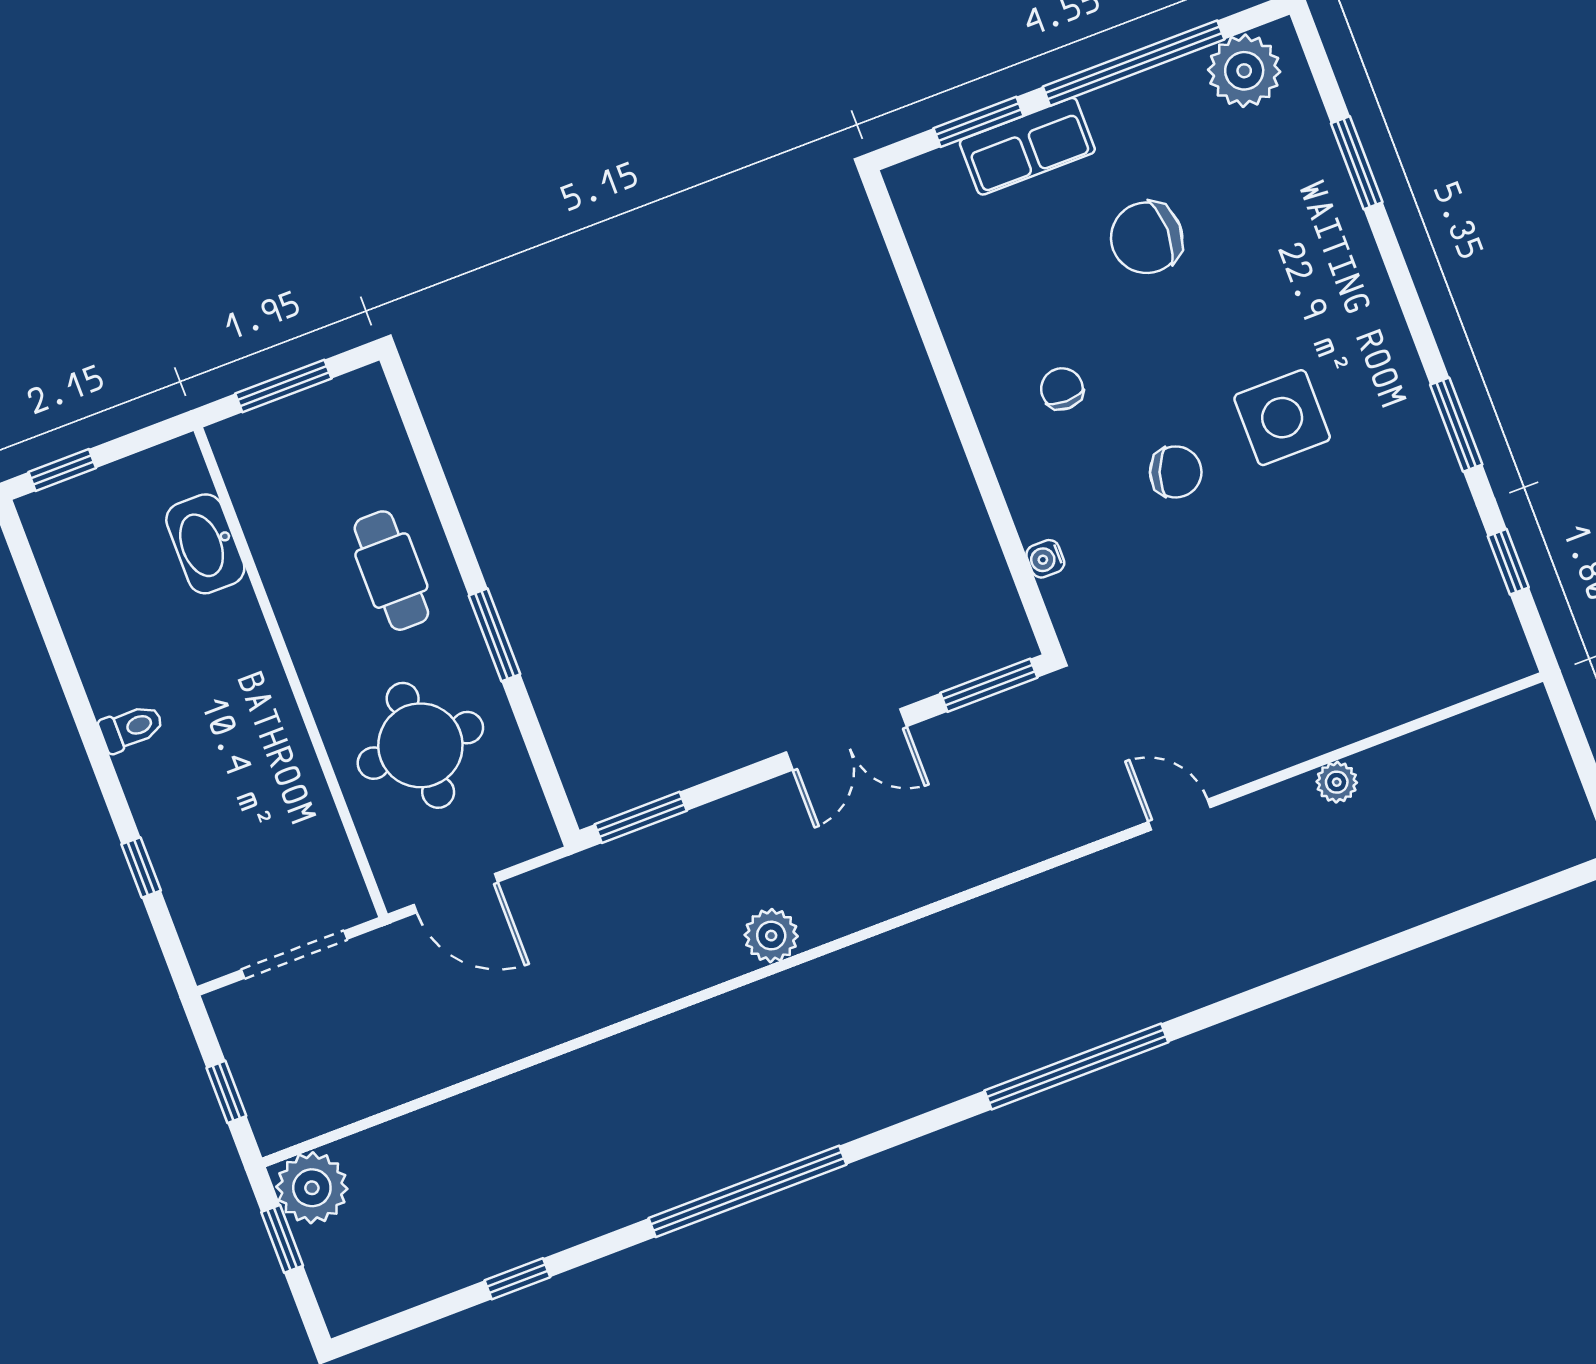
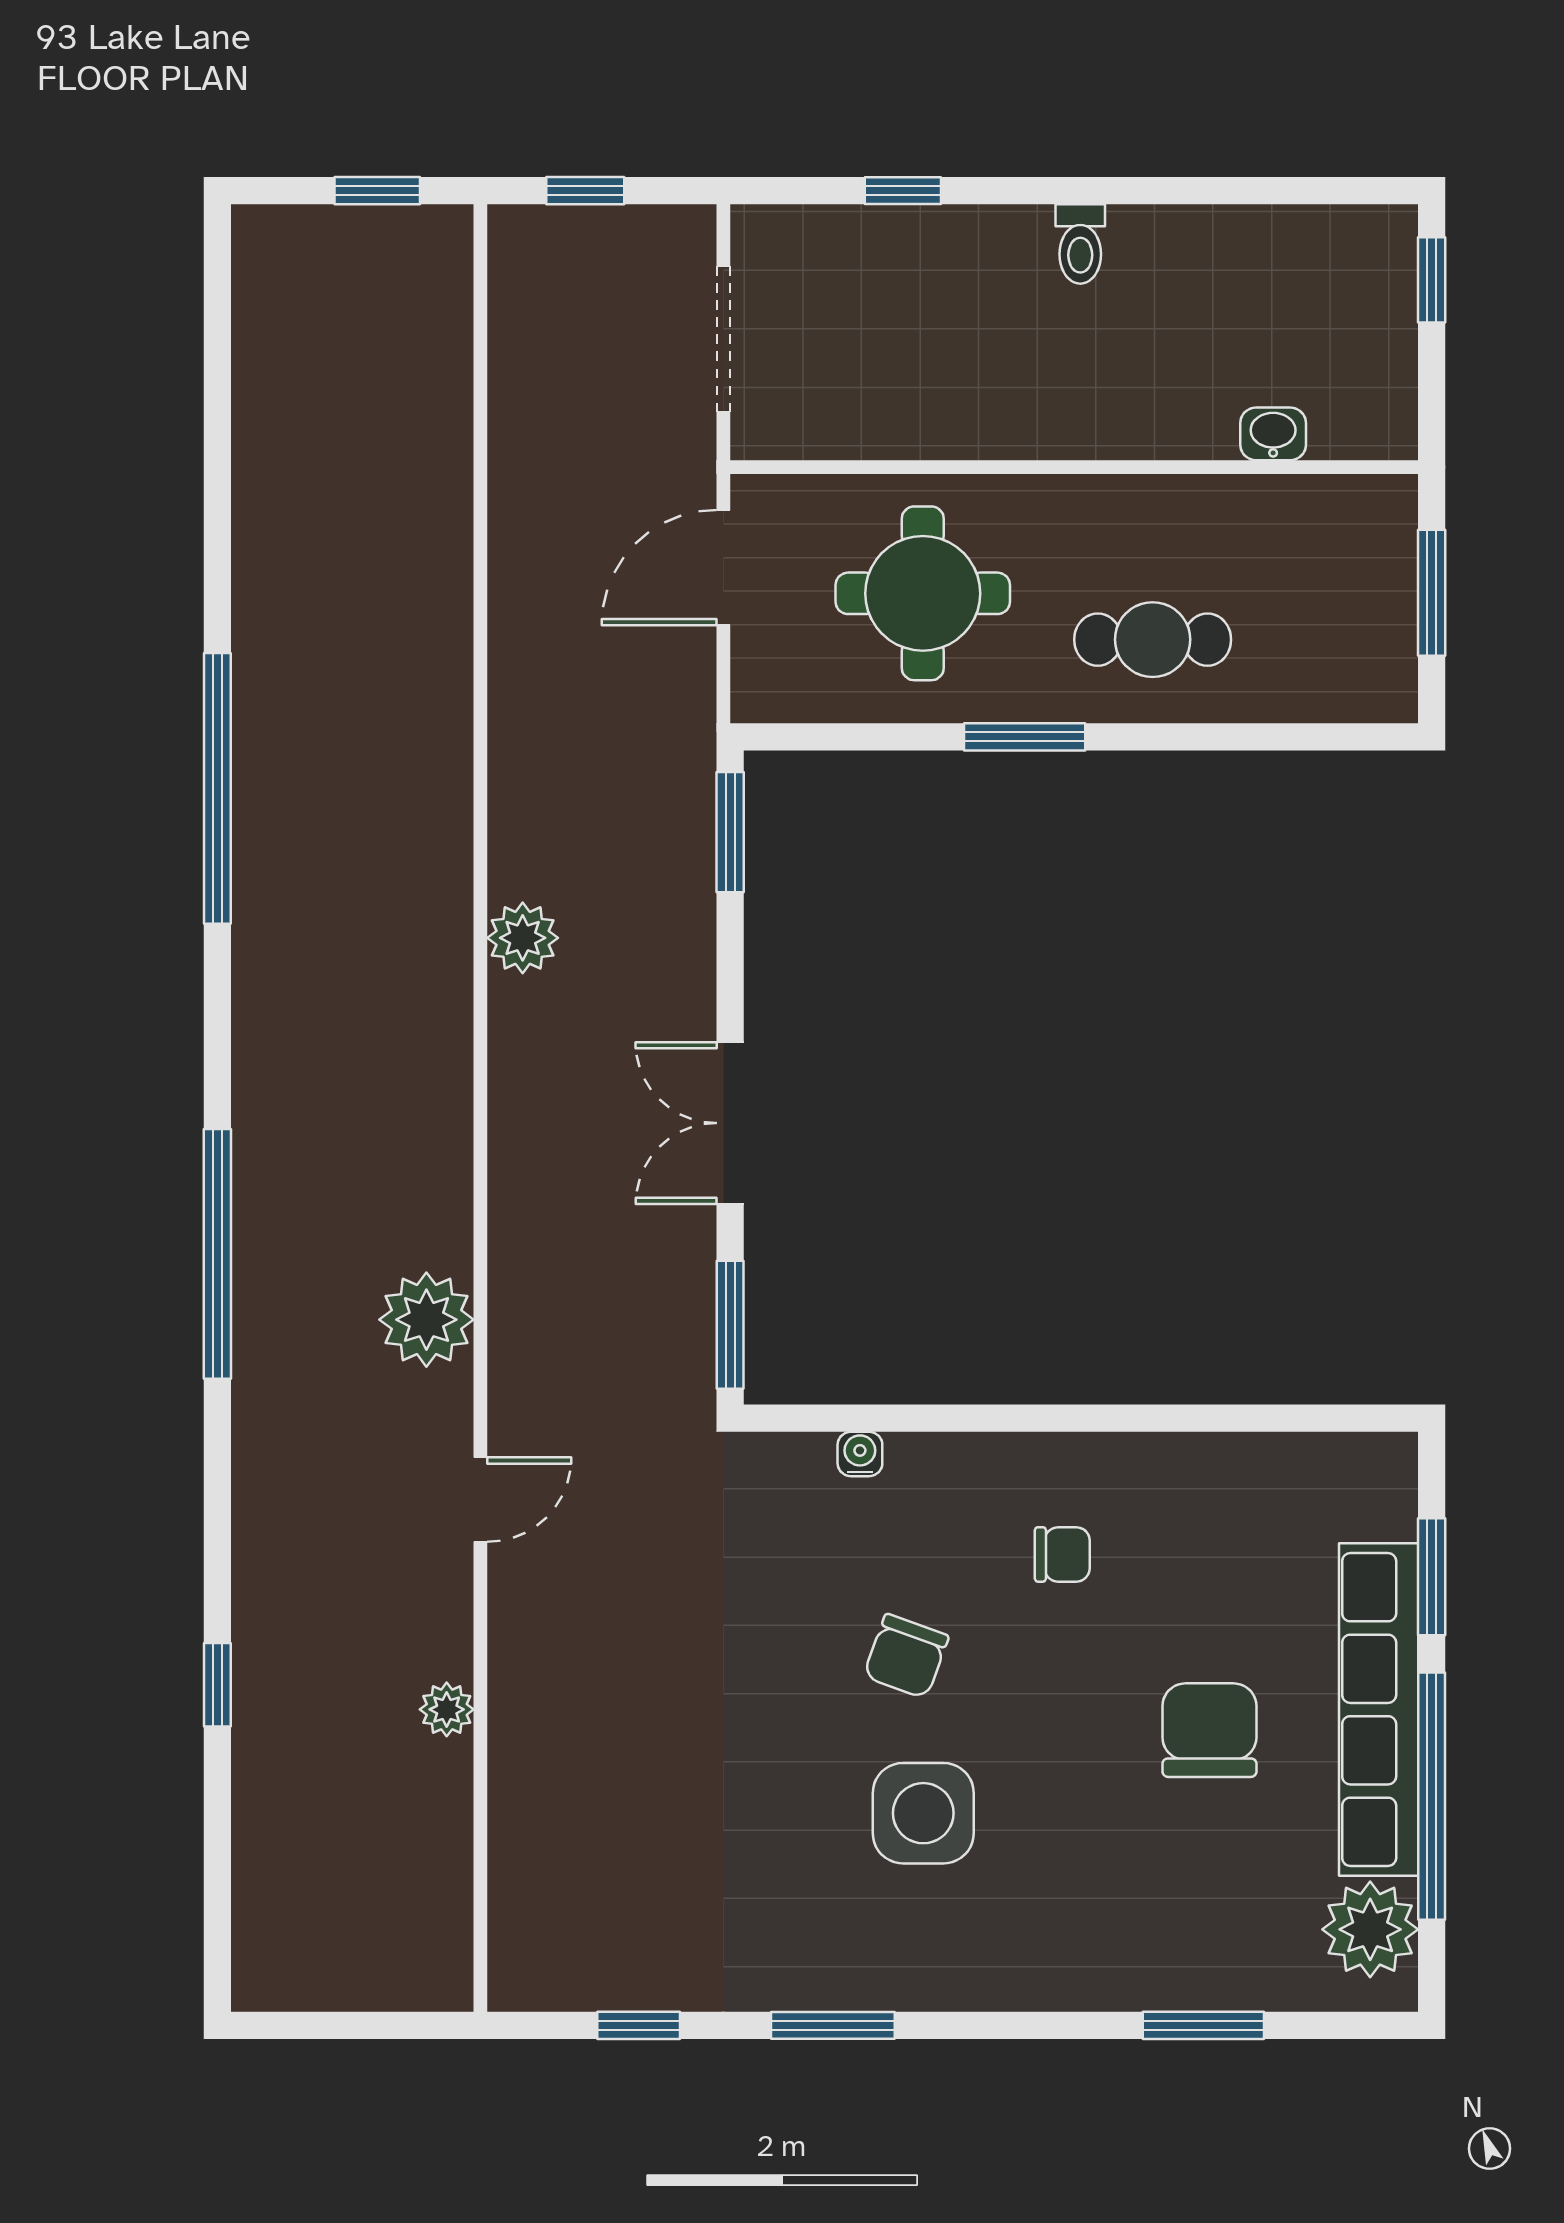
row of seats: (1027, 146) -> (1379, 1710), width x2.02
washbasin: (205, 544) -> (1273, 434), width x0.52, depth x0.69
plant: (312, 1188) -> (426, 1320), moved
window: (517, 1279) -> (217, 1685), moved

